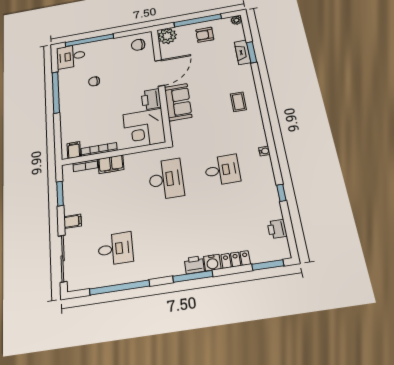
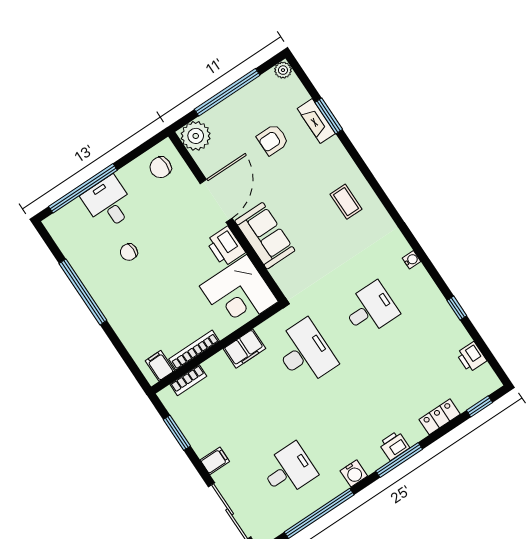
armchair: (205, 35) -> (273, 140), moved
desk: (71, 56) -> (108, 203), moved, turned 90
filing cabinet: (111, 164) -> (244, 349), moved
water cooler: (212, 263) -> (354, 473), moved
window: (268, 265) -> (480, 406), width x0.67

